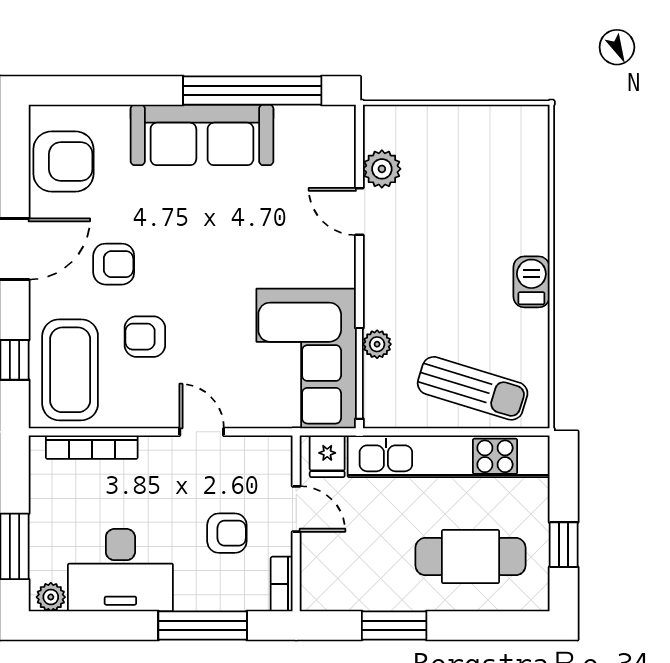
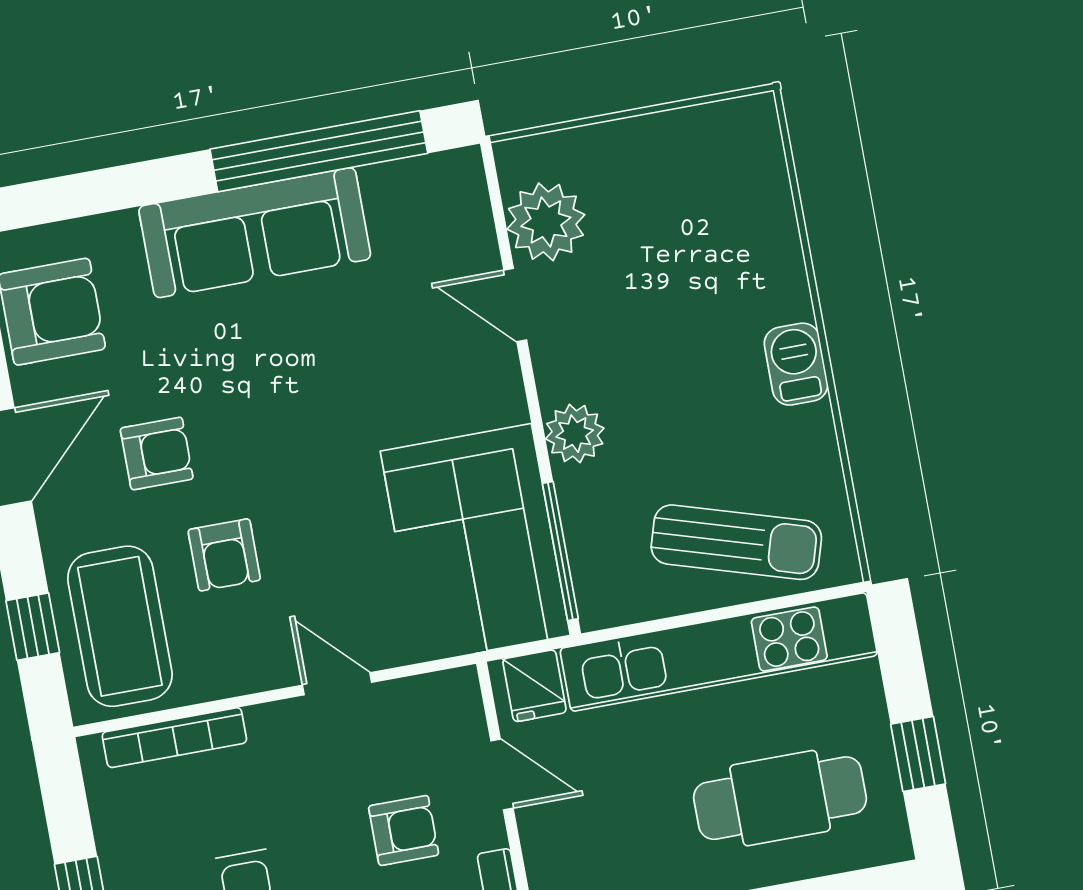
plant: (382, 169) -> (546, 222), width x1.36, depth x1.36
armchair: (145, 337) -> (224, 555), turned -90
plant: (377, 344) -> (575, 434), moved, width x1.38, depth x1.38

